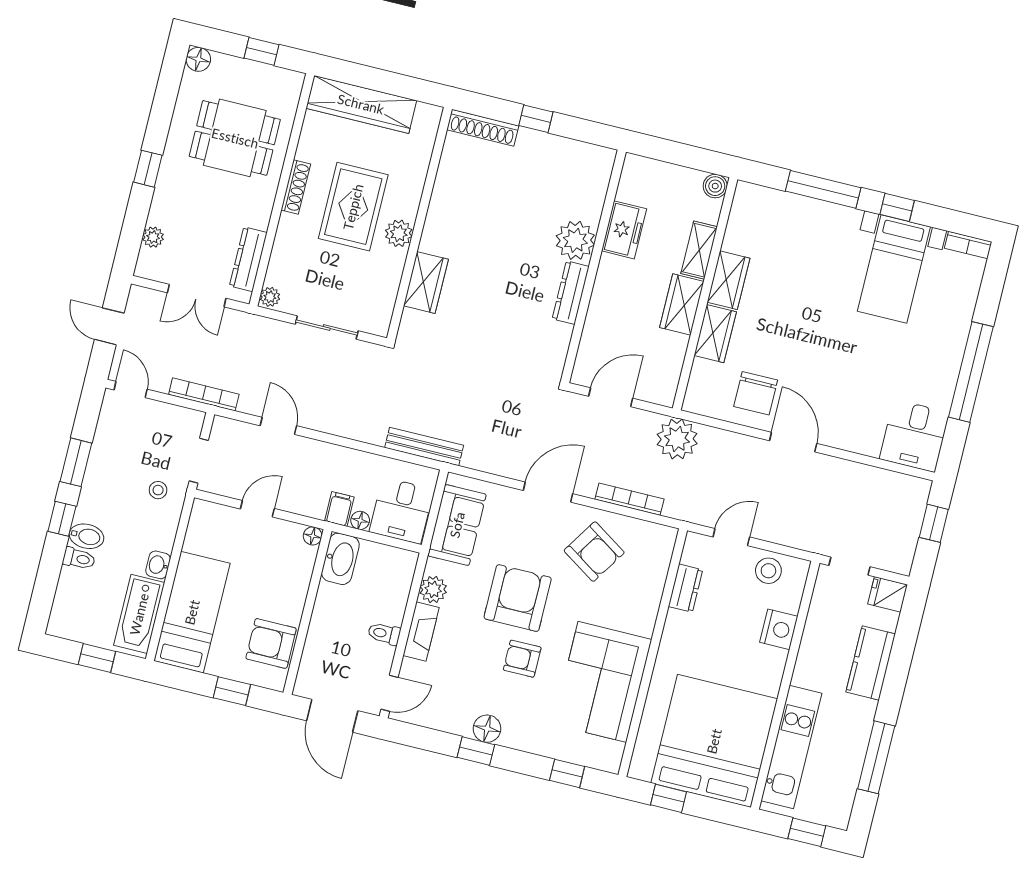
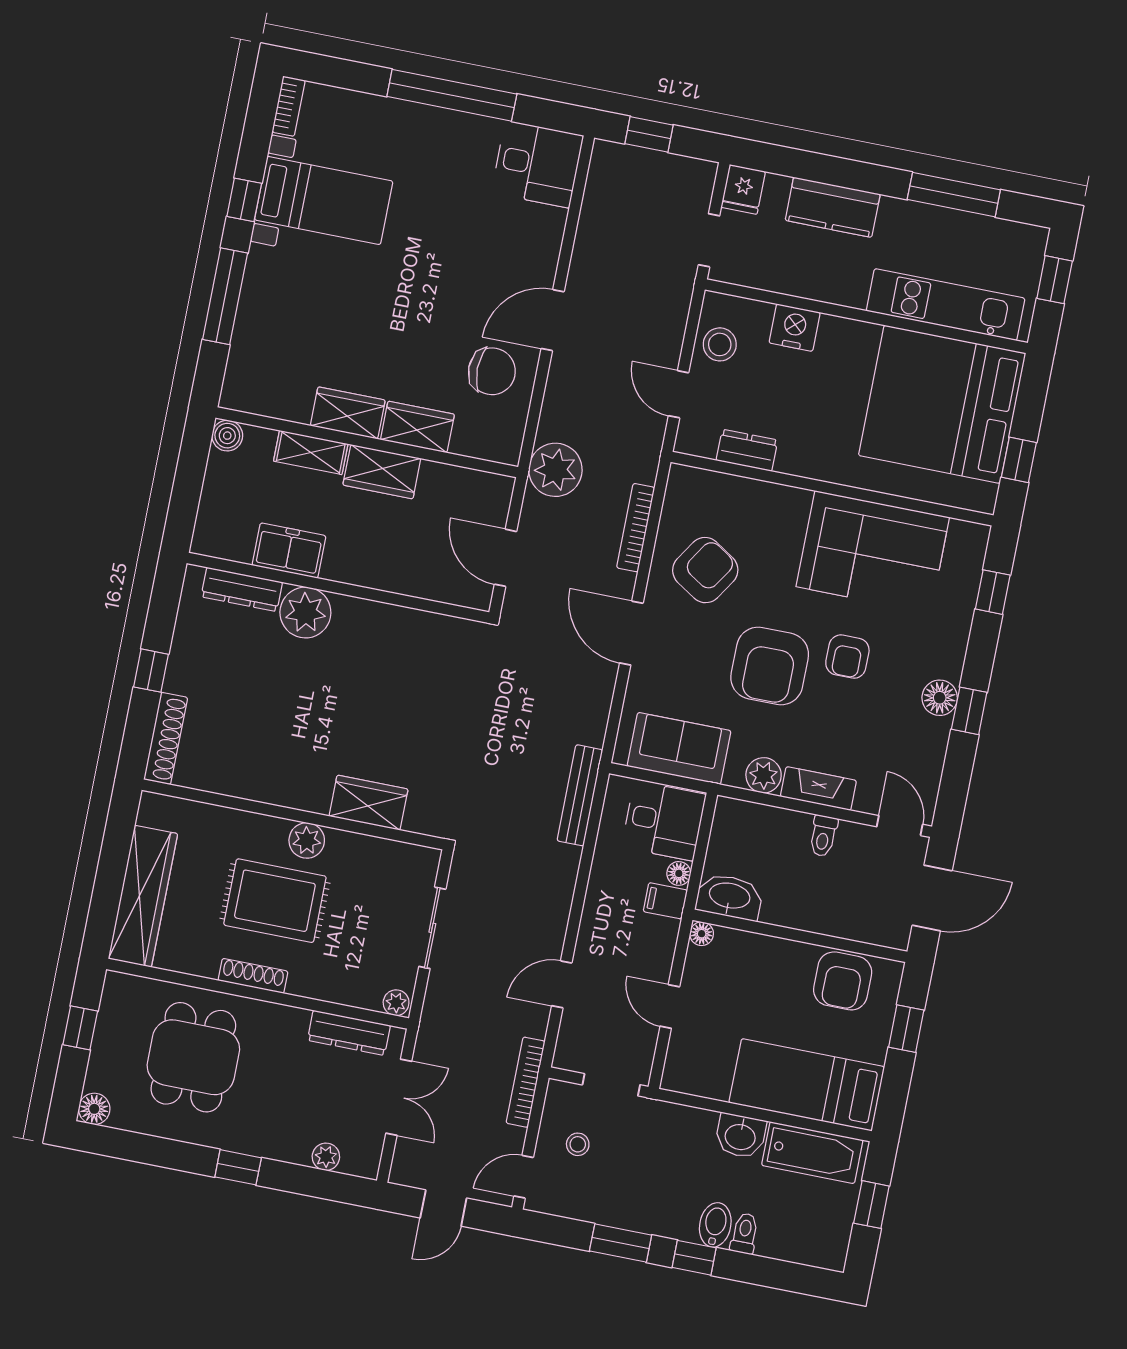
dresser: (571, 293) -> (242, 589), moved
stool: (158, 490) -> (578, 1144), moved
washbasin: (158, 565) -> (740, 1136), width x1.38, depth x1.45
armchair: (518, 598) -> (770, 666), turned -90

